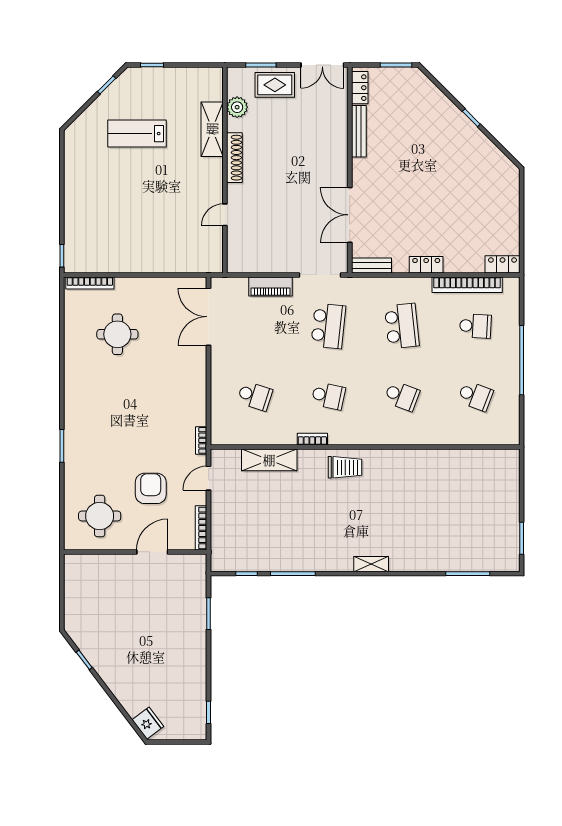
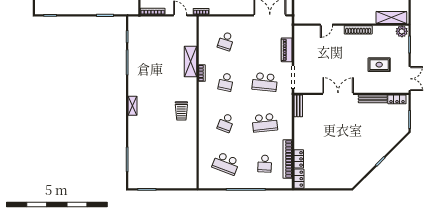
double door: (322, 65) -> (410, 79), swing flipped
rug: (275, 85) -> (379, 65), moved, turned 90
plant: (237, 107) -> (402, 31), moved
shelving: (212, 129) -> (391, 17), moved
door: (225, 215) -> (326, 25), swing flipped
double door: (350, 215) -> (338, 94), moved
locker: (426, 265) -> (299, 159), moved
school desk: (475, 396) -> (226, 164), width x1.85
shelving: (269, 460) -> (190, 62), moved
trolley: (345, 467) -> (181, 111), moved

